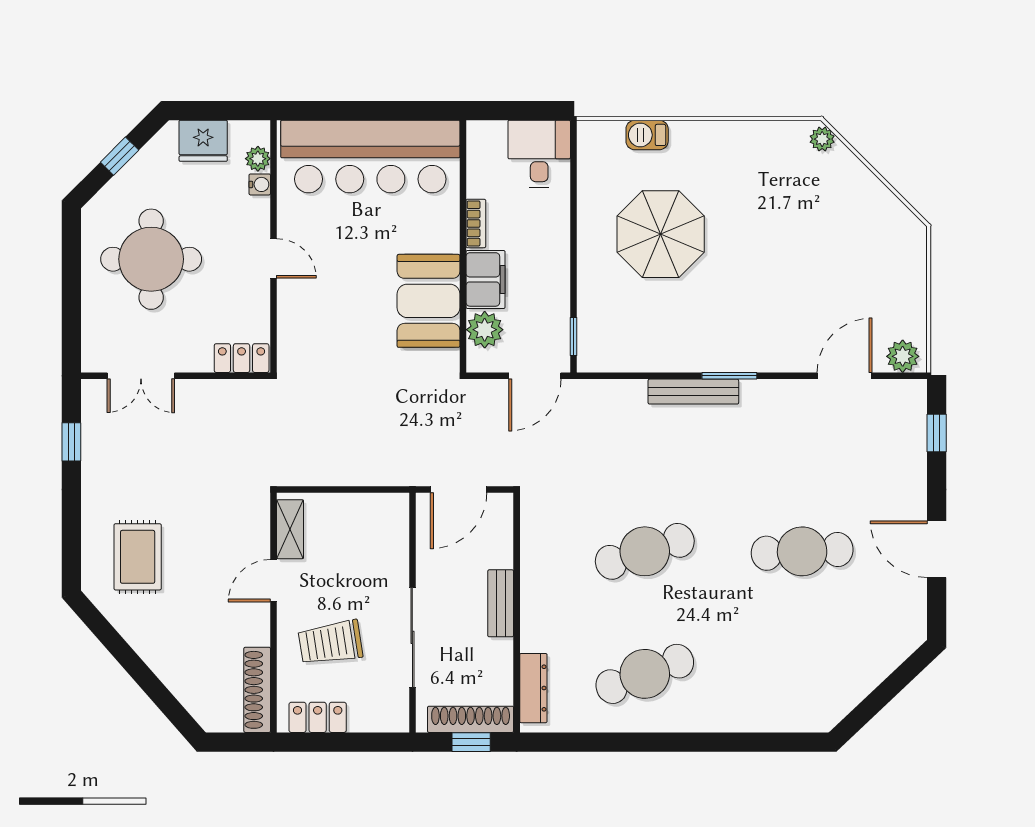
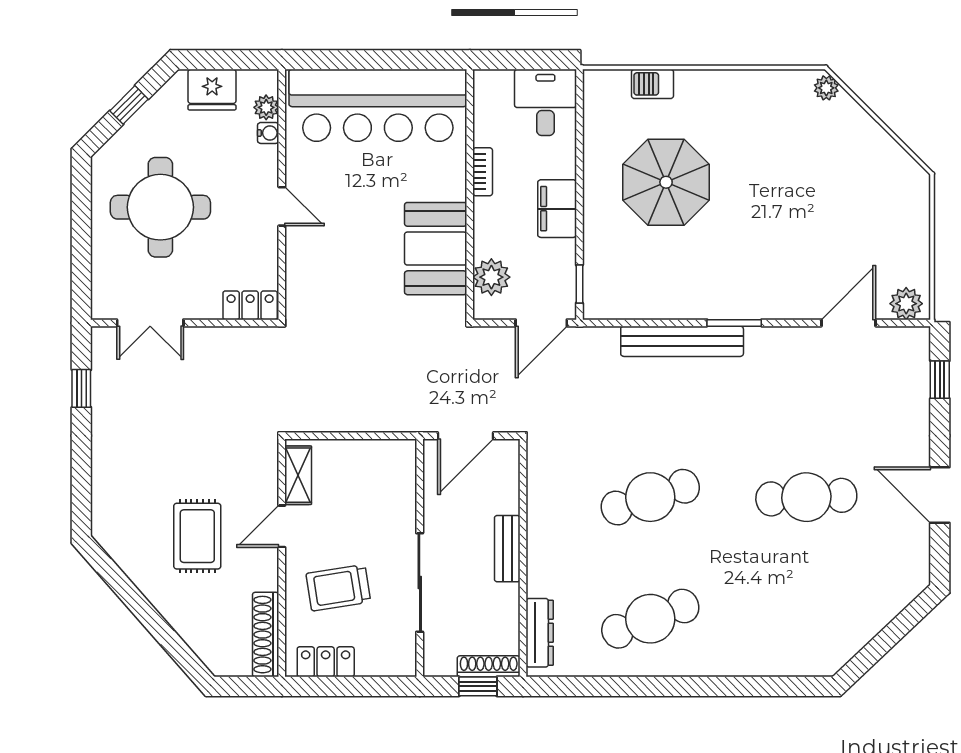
filing cabinet: (486, 279) -> (557, 209), moved, turned 180
bench: (693, 392) -> (682, 341), width x1.37, depth x1.21
rug: (138, 557) -> (197, 536), moved
shoe rack: (471, 719) -> (489, 666), width x0.74, depth x0.81

